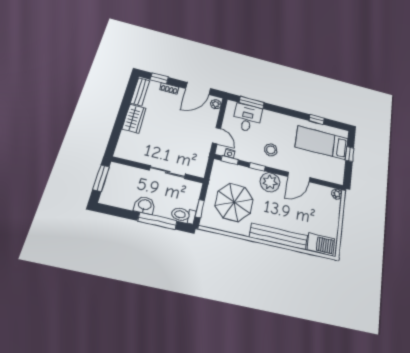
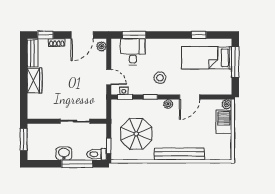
window: (350, 154) -> (235, 62), width x2.17
plant: (270, 182) -> (168, 104), width x0.53, depth x0.53
barbecue: (321, 244) -> (224, 122), moved, turned -90

